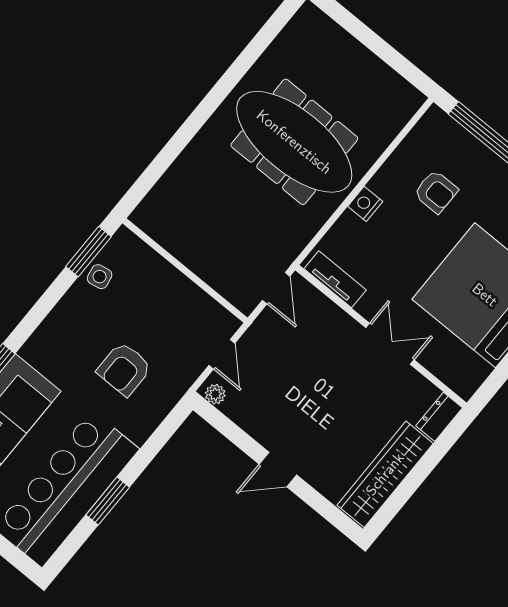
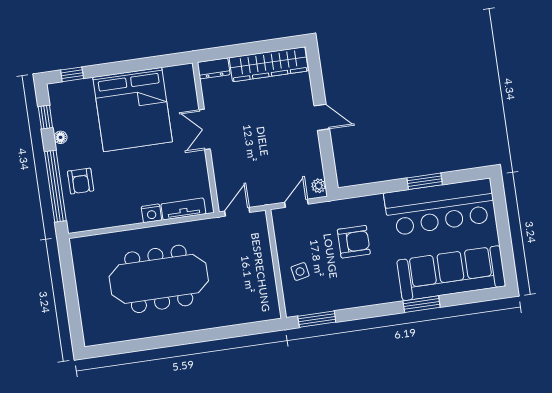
meeting table: (294, 142) -> (159, 279), turned 90
armchair: (436, 192) -> (81, 181), moved, turned 180
side table: (100, 277) -> (300, 272), moved
tv unit: (335, 279) -> (183, 209), moved, turned 90

